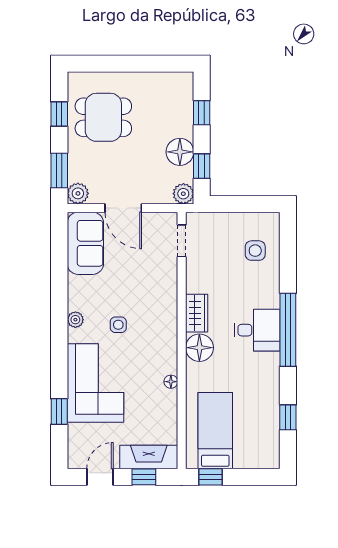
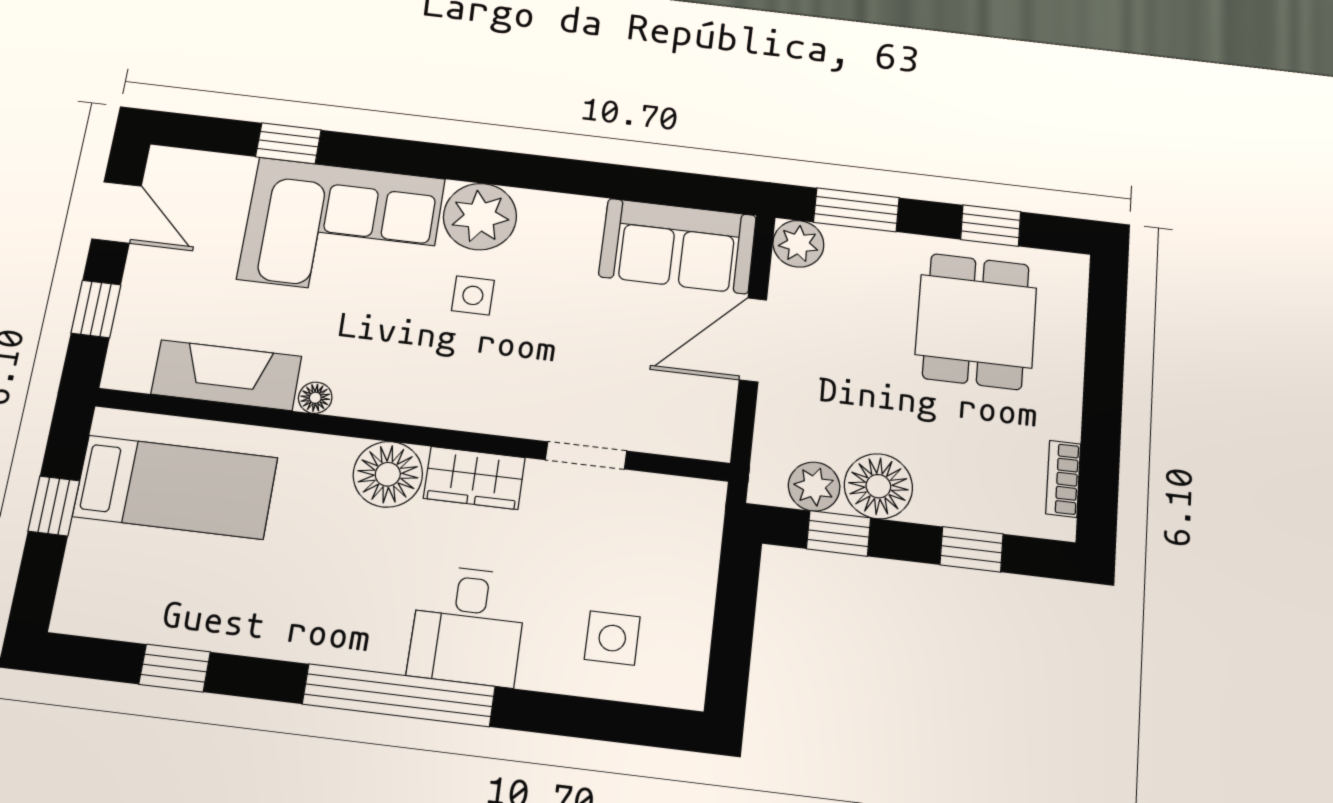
bookcase: (167, 78) -> (1063, 479), added
plant: (183, 194) -> (814, 487), moved
doorway: (182, 241) -> (586, 455), moved
plant: (75, 320) -> (480, 217), width x1.87, depth x1.87
desk: (257, 330) -> (468, 625), moved
fireplace: (149, 457) -> (226, 375), moved, turned -90
window: (210, 477) -> (54, 506), moved

